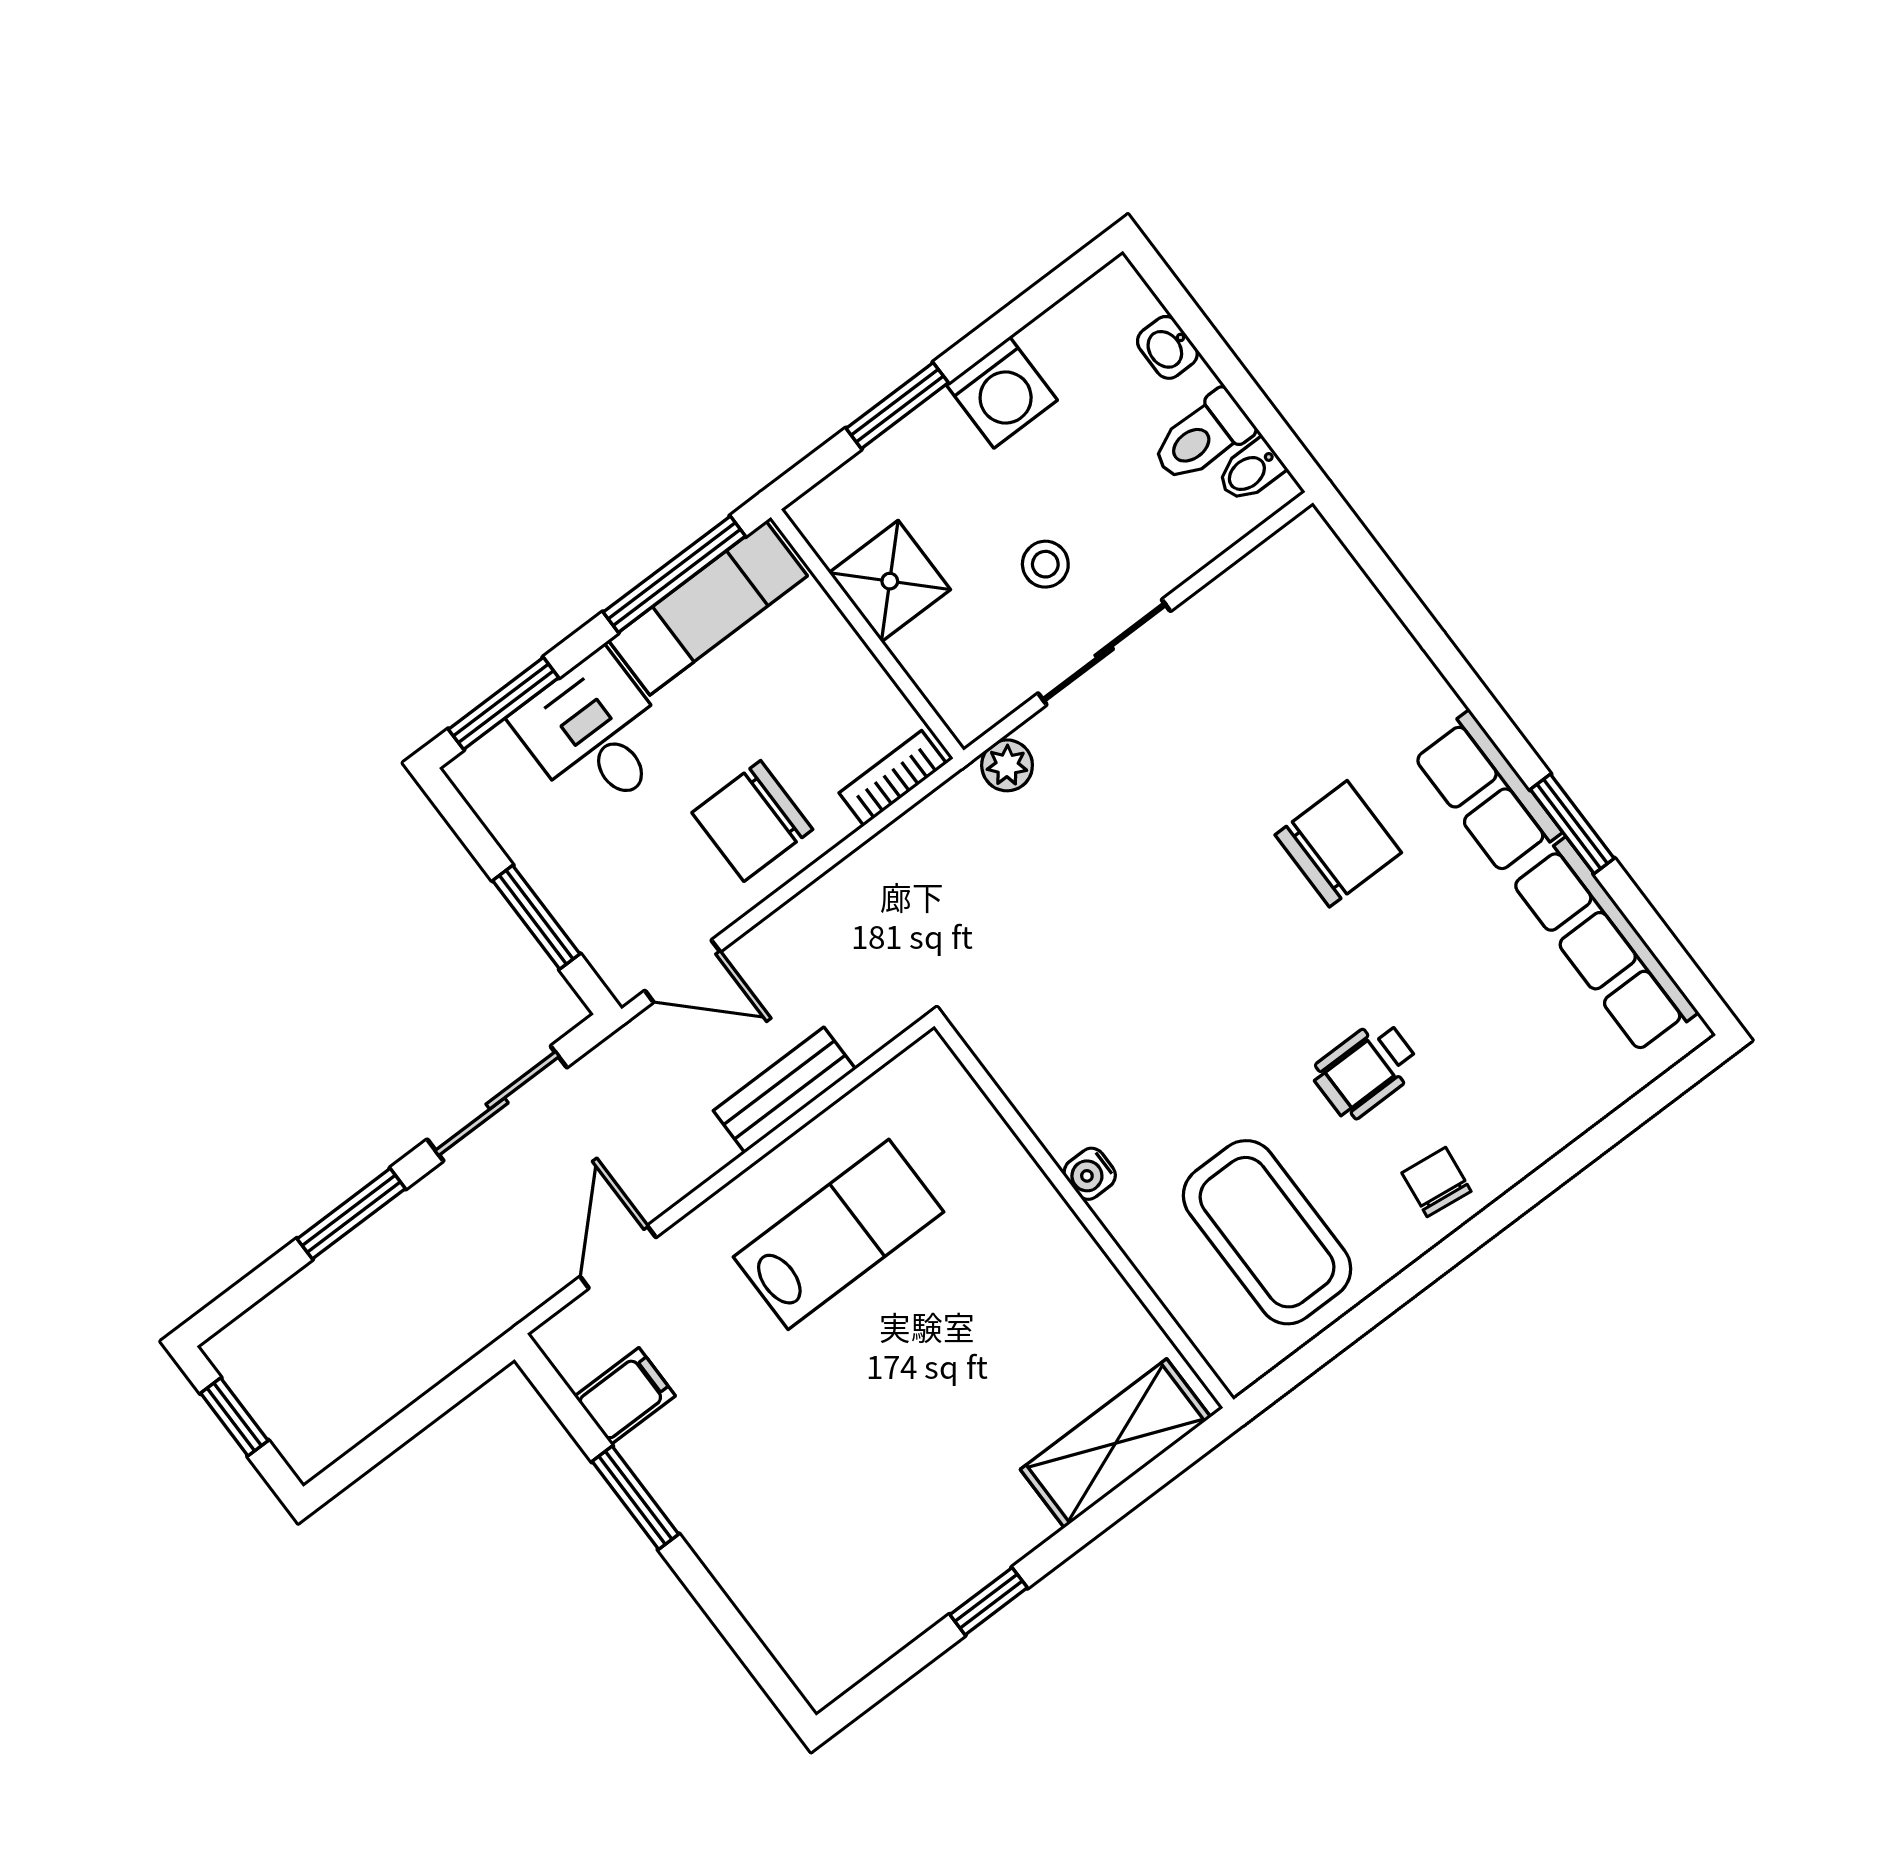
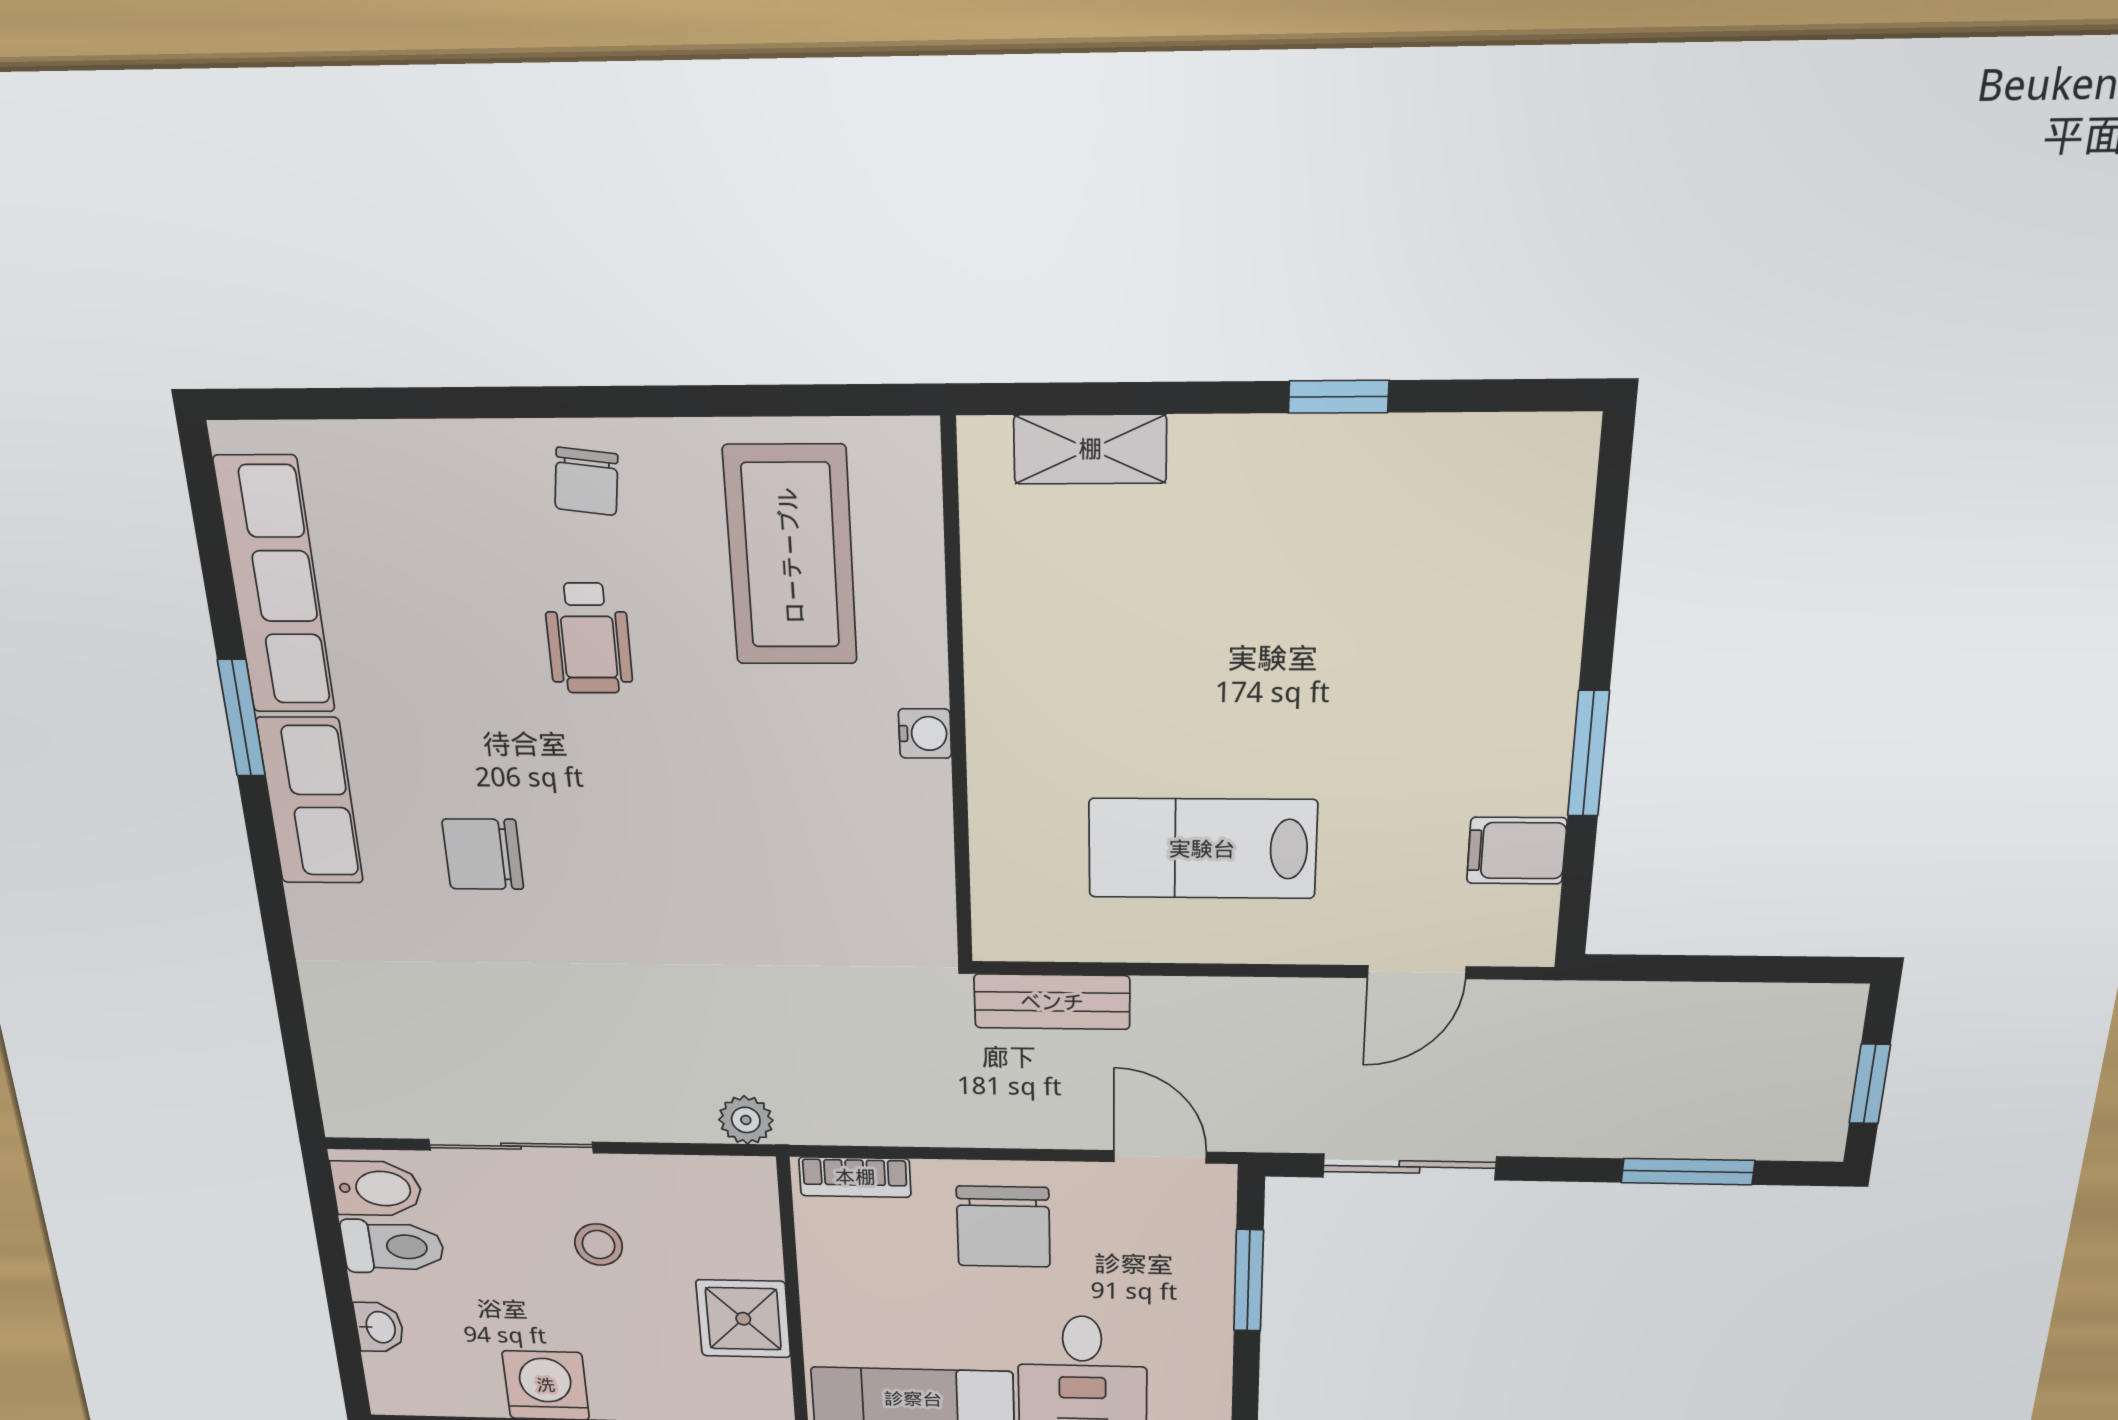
bidet: (1250, 471) -> (377, 1188), width x1.38, depth x1.36
sliding door: (1104, 652) -> (511, 1146), moved
chair: (752, 821) -> (1003, 1227), turned 90
chair: (1338, 844) -> (483, 854), width x0.73, depth x0.73
wheelchair: (1366, 1069) -> (588, 638), turned 90
bench: (784, 1090) -> (1052, 1002), moved
window: (351, 1214) -> (1688, 1172), moved
shelving: (1116, 1443) -> (1090, 449), width x0.67, depth x0.75

